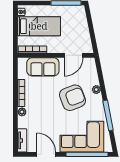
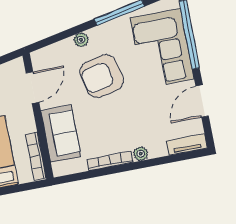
door: (73, 55) -> (32, 88), hinge flipped
armchair: (72, 98) -> (102, 76), turned -82

